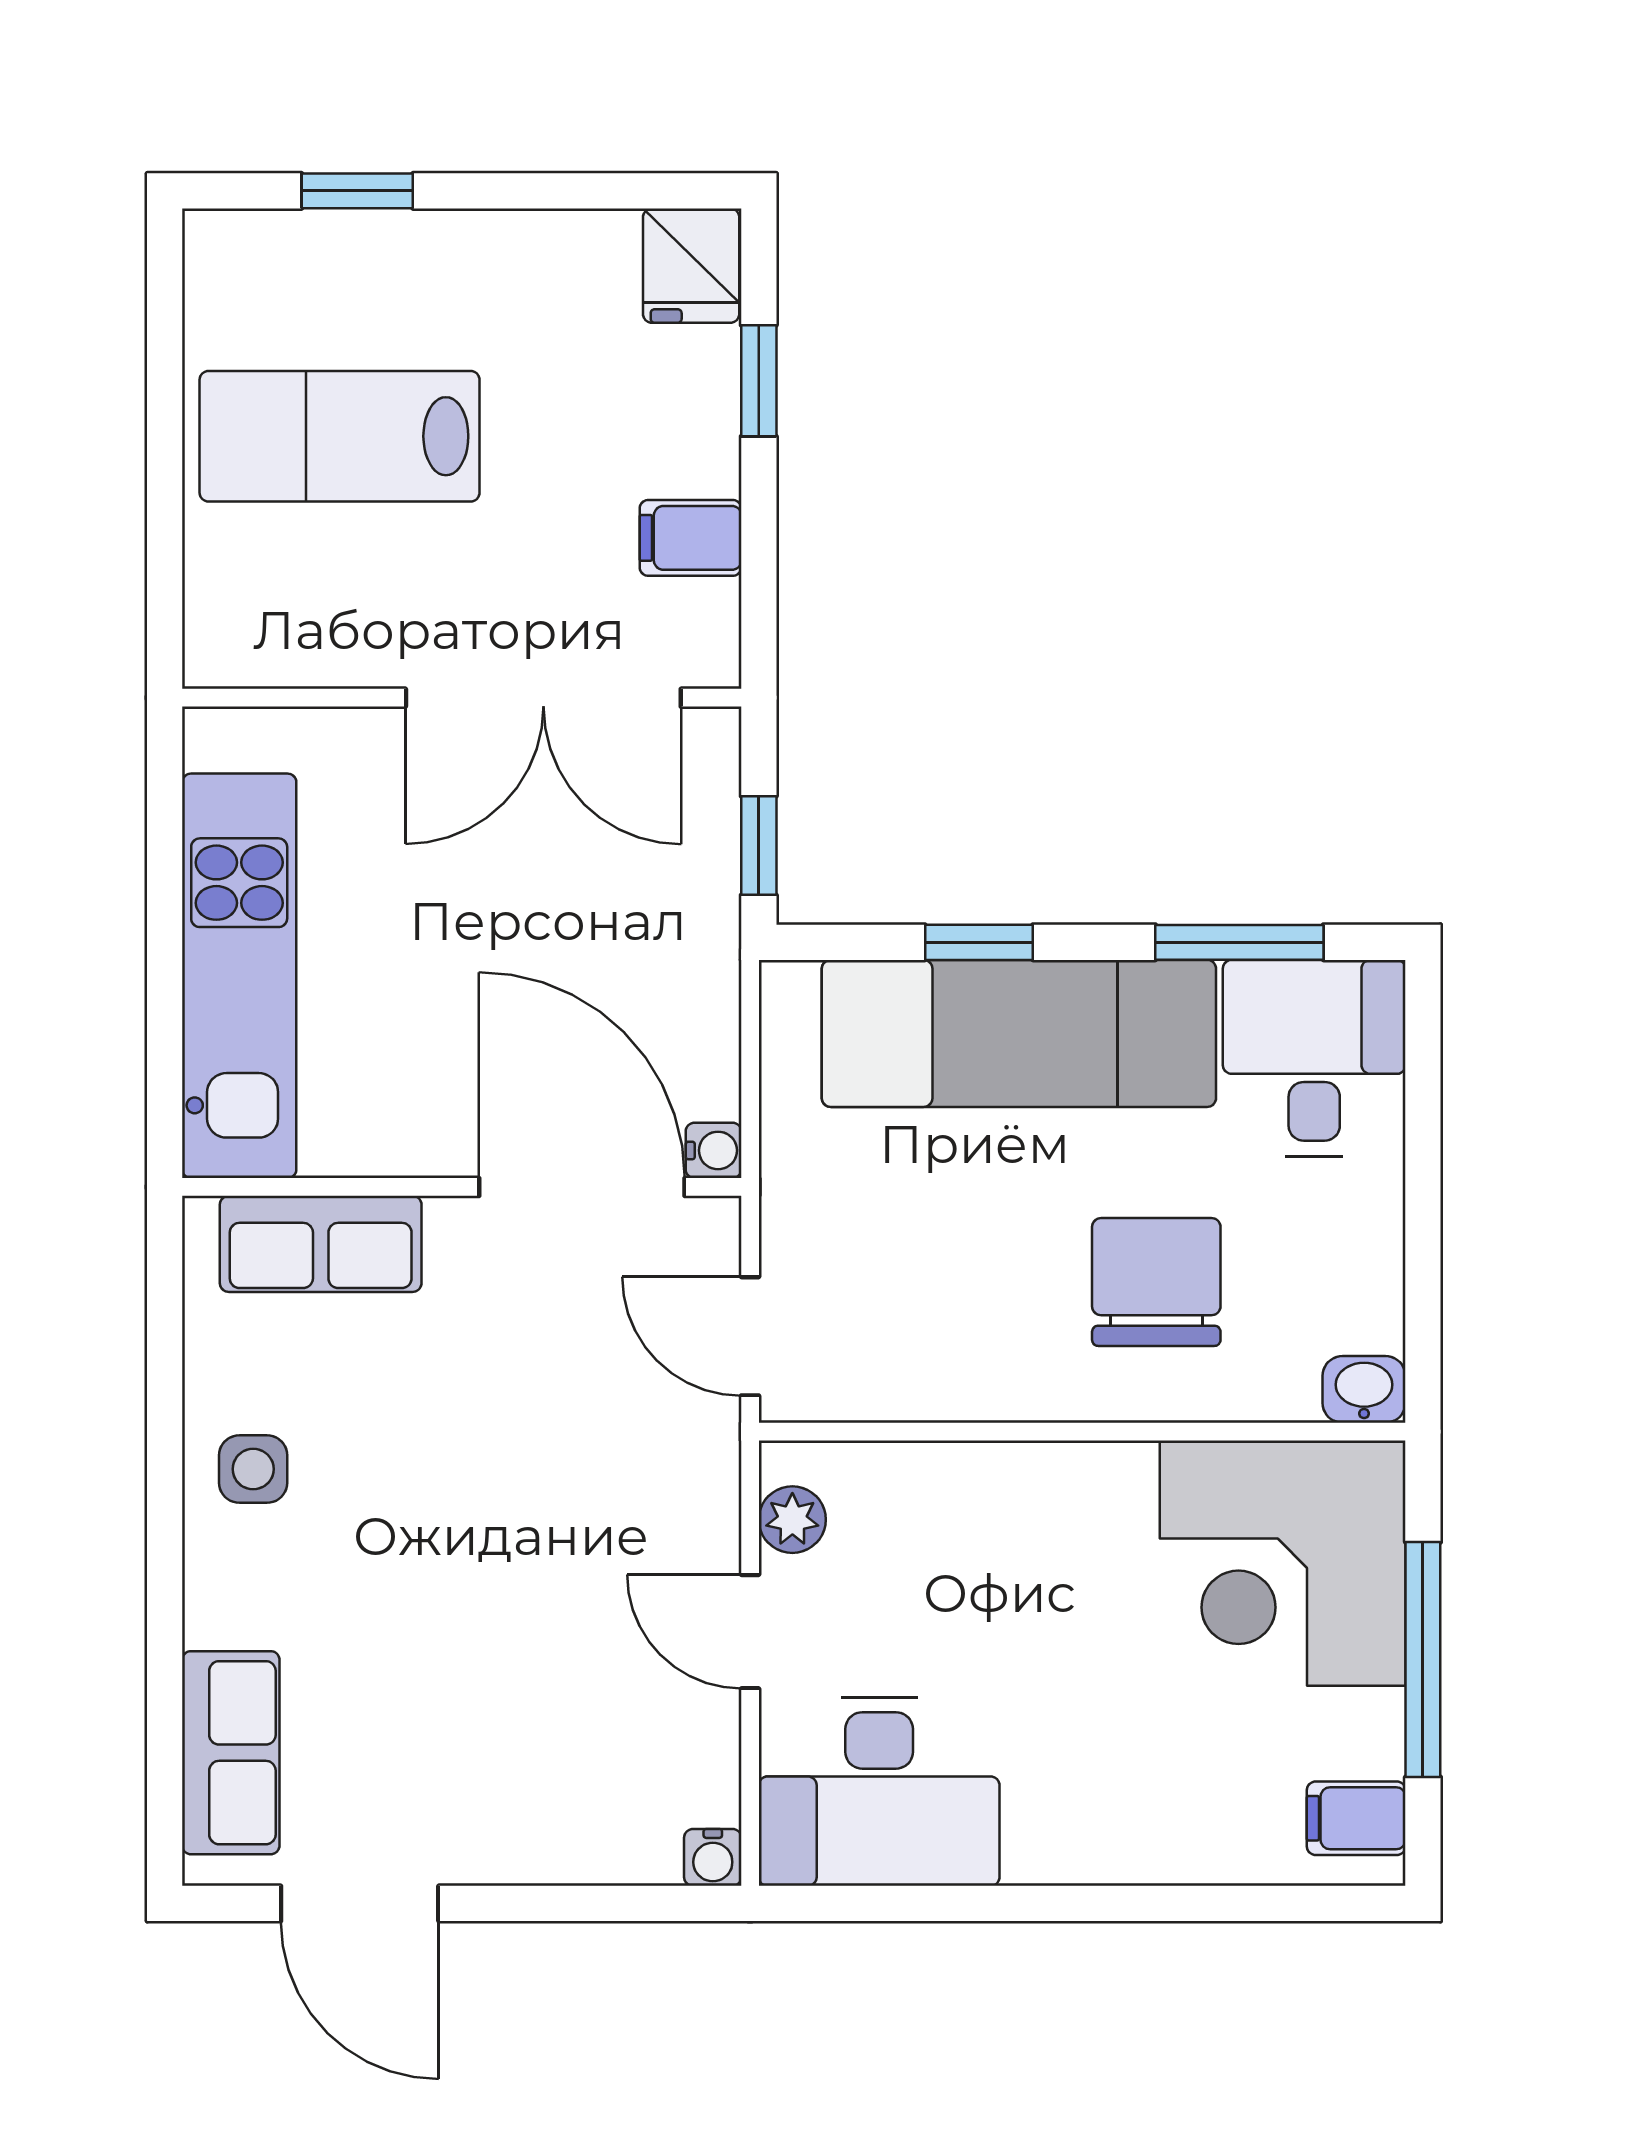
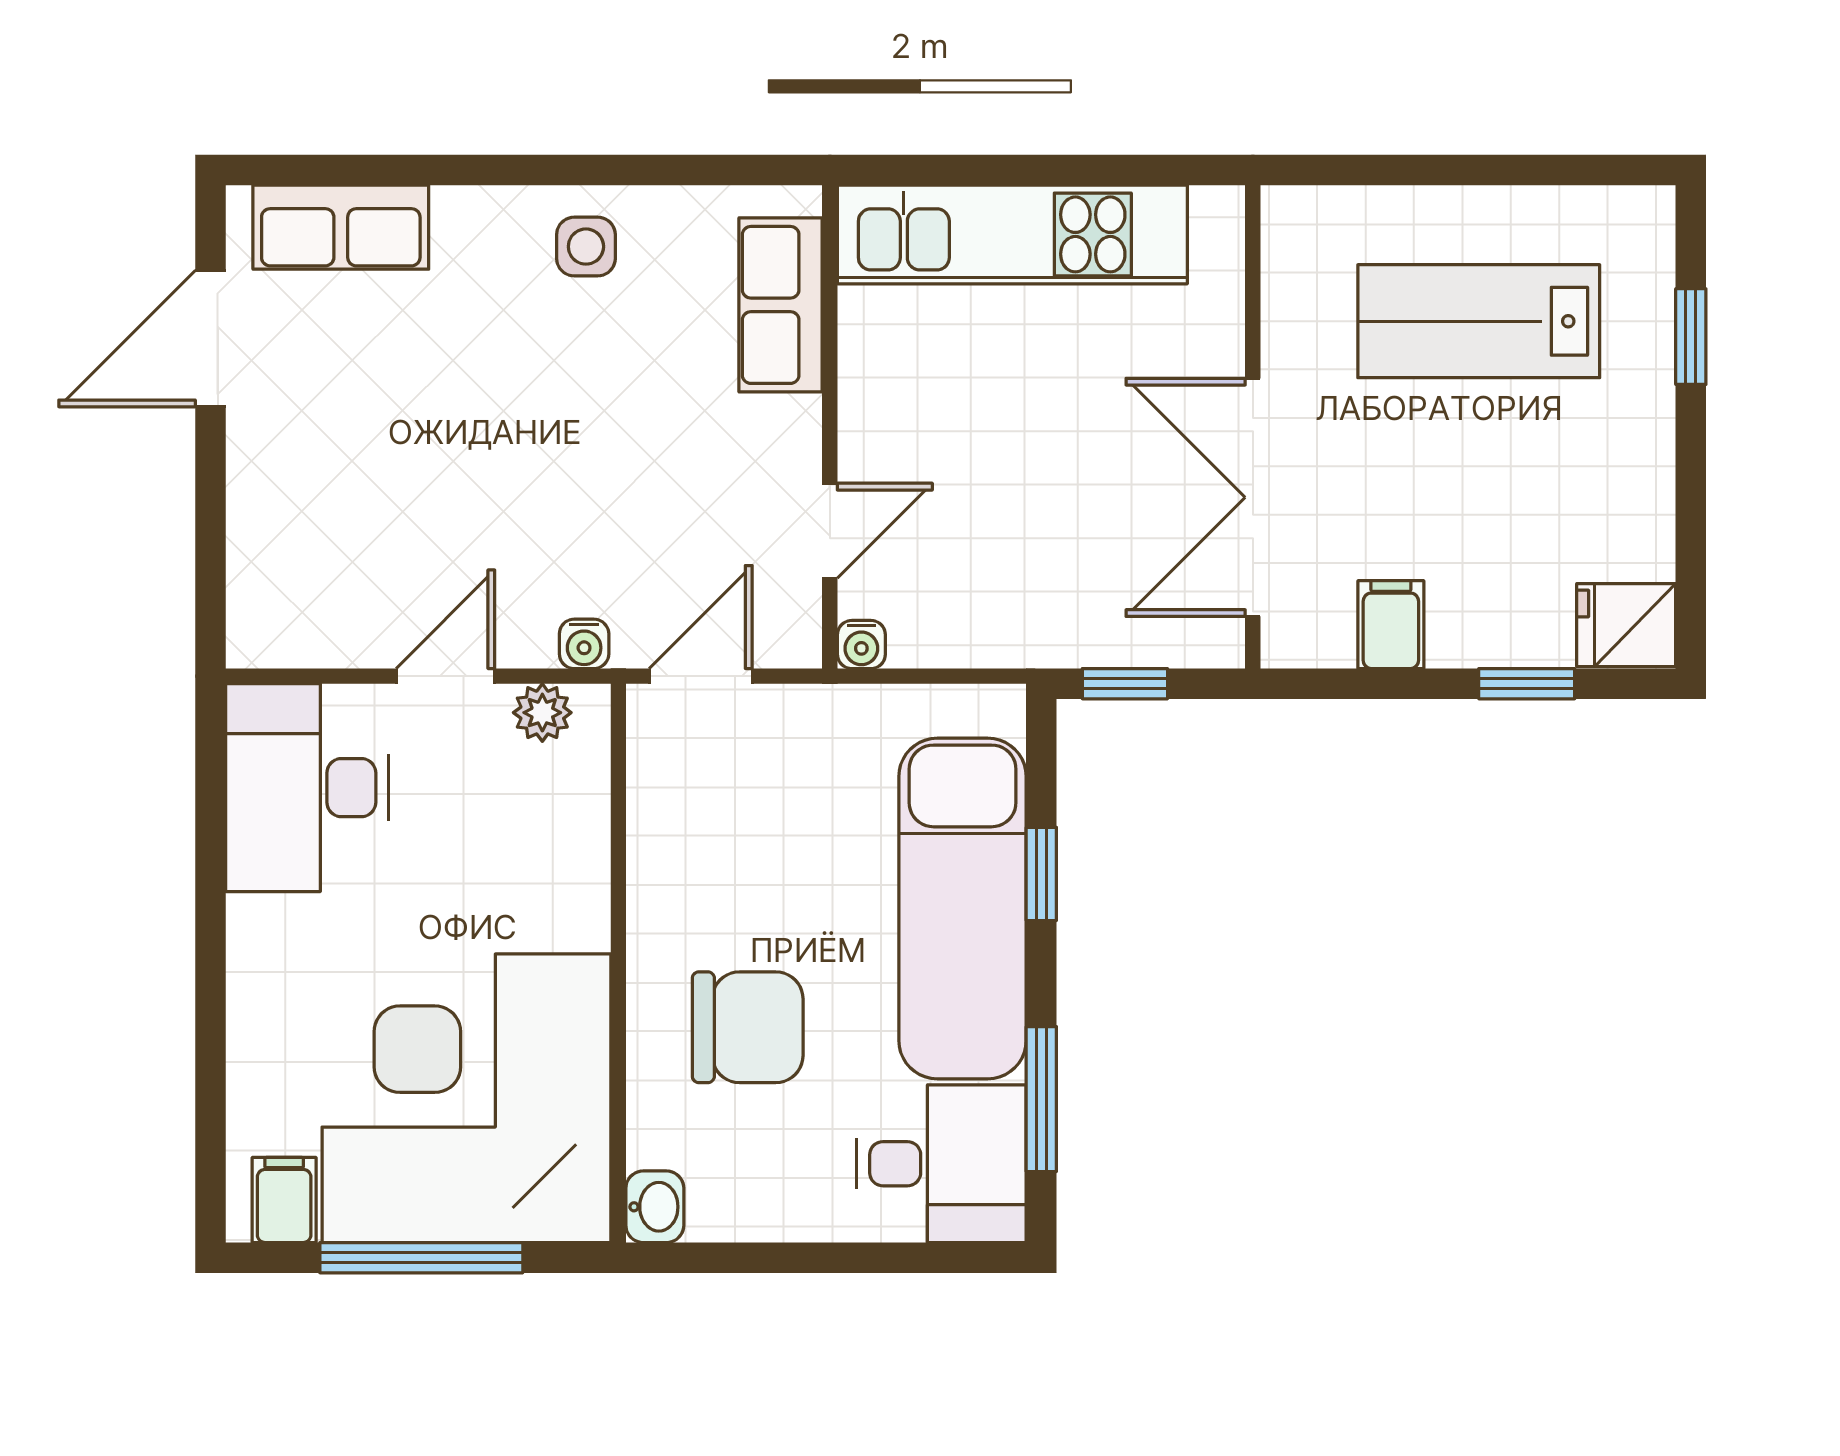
lab bench: (340, 436) -> (1479, 321), turned -90
door: (582, 1187) -> (830, 531), width x0.53
corner desk: (1283, 1563) -> (466, 1098), width x1.36, depth x1.36
water cooler: (713, 1857) -> (584, 644), moved, turned -90

